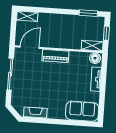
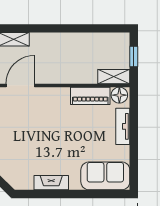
window: (88, 13) -> (105, 28), removed
piano: (55, 56) -> (90, 96), moved
fireplace: (35, 113) -> (51, 183), moved

